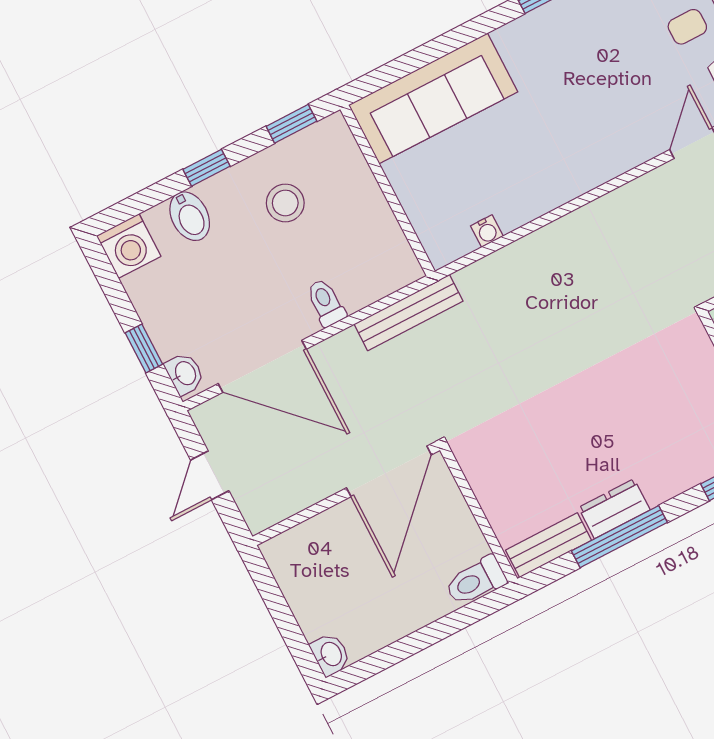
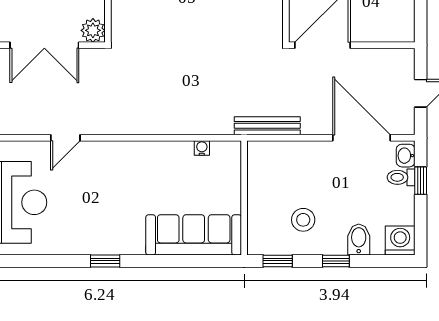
toilet: (326, 303) -> (401, 177), moved, turned 90

